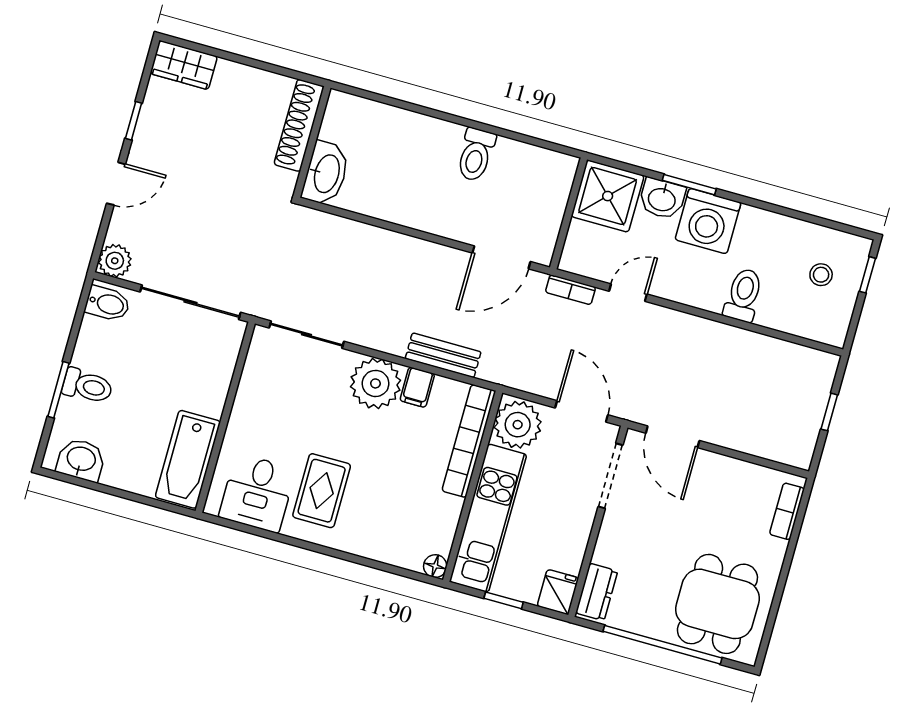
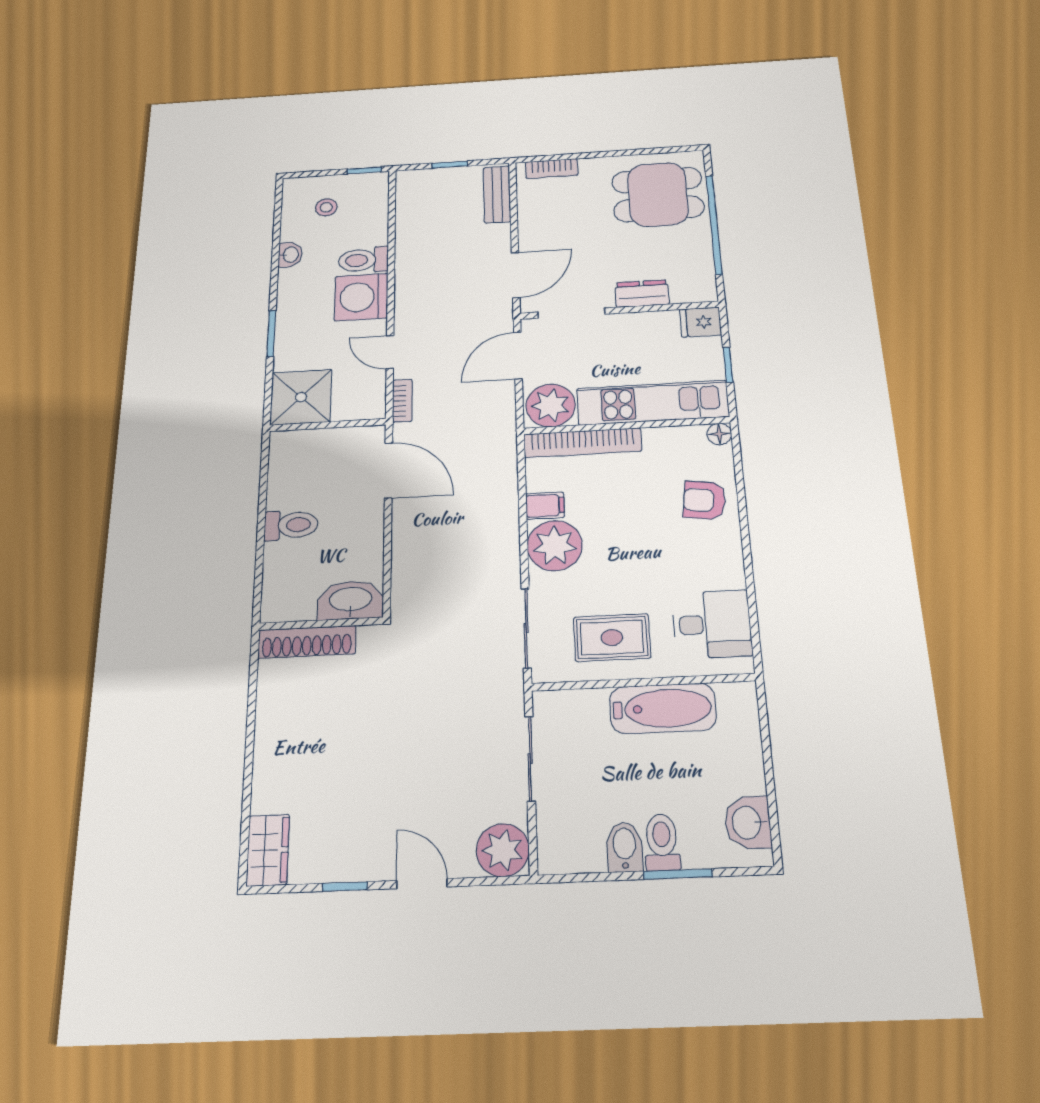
shoe rack: (299, 125) -> (307, 642), moved
wall: (312, 142) -> (321, 624), moved
washbasin: (326, 173) -> (351, 600), moved
washbasin: (662, 199) -> (290, 255), moved, width x0.72, depth x0.69
washing machine: (708, 221) -> (361, 297), moved, turned 180
plant: (115, 261) -> (503, 850), width x1.36, depth x1.36
window: (867, 275) -> (364, 170), moved
sliding door: (190, 302) -> (530, 759), width x0.73
bidet: (108, 304) -> (624, 847), moved
bench: (443, 355) -> (497, 194), moved
bathtub: (188, 459) -> (663, 708), moved
rug: (322, 491) -> (612, 638), moved
armchair: (374, 529) -> (704, 500), added
dresser: (597, 592) -> (642, 294), moved

